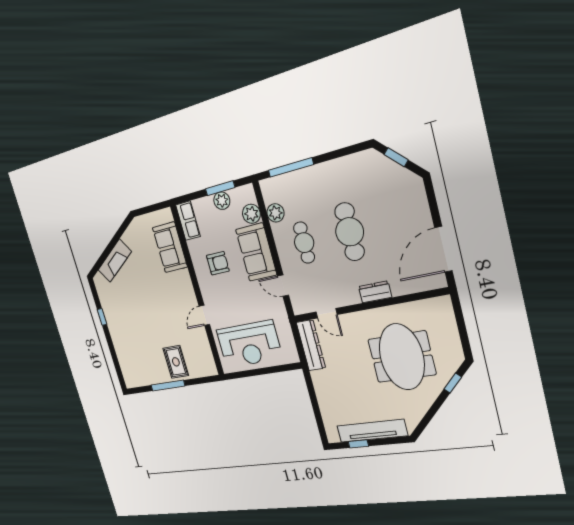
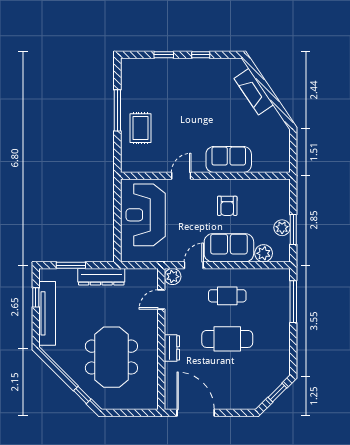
plant: (275, 213) -> (173, 277), moved
row of seats: (188, 221) -> (273, 187), removed
sofa: (170, 247) -> (229, 159), moved
door: (204, 315) -> (181, 176), hinge flipped
dresser: (311, 345) -> (101, 277), moved
window: (112, 351) -> (164, 55), added
meeting table: (402, 357) -> (111, 357), turned 90
rug: (176, 362) -> (140, 128), turned 90
window: (317, 412) -> (71, 265), added

